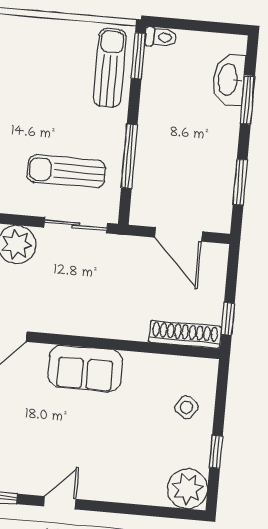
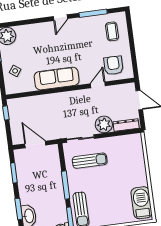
window: (129, 156) -> (66, 185), moved
shoe rack: (185, 334) -> (23, 102), removed
sofa: (85, 368) -> (57, 79), width x1.36

